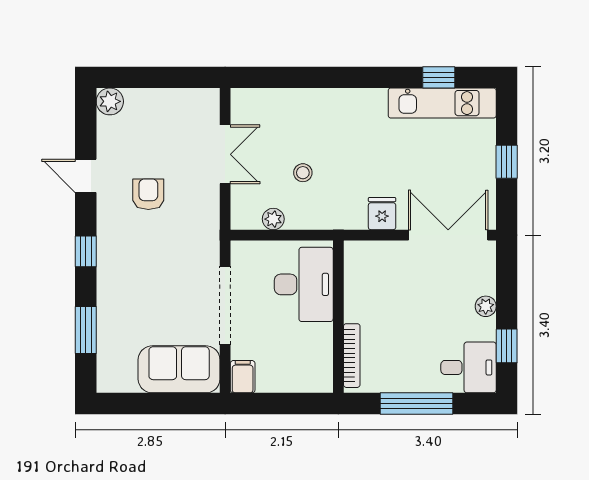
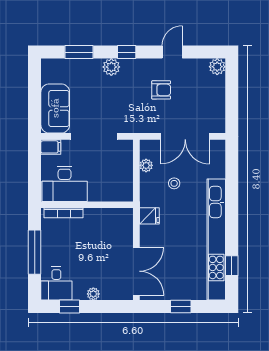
kitchen unit: (442, 103) -> (216, 240), width x1.86
double door: (225, 154) -> (185, 136), width x1.37
fridge: (382, 214) -> (149, 216), moved
plant: (110, 277) -> (111, 67), added
desk: (304, 284) -> (65, 184), moved

